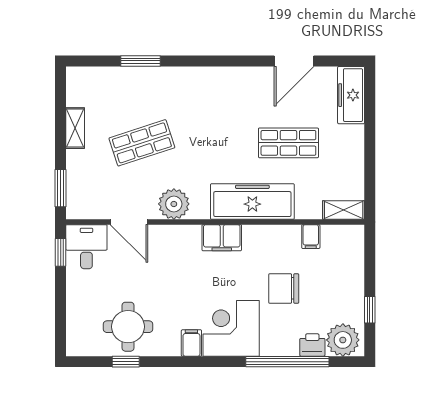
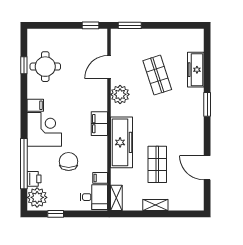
window: (141, 61) -> (207, 104), moved
freezer: (351, 95) -> (196, 70), moved, turned -90
shelving: (75, 128) -> (155, 205), moved
desk: (86, 247) -> (94, 197), moved

